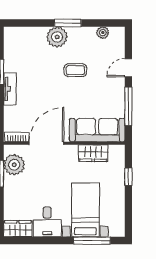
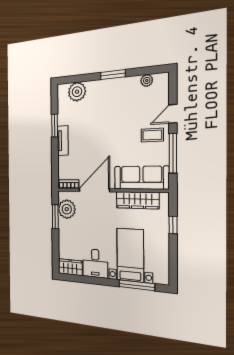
plant: (57, 37) -> (77, 92), moved
coffee table: (75, 70) -> (152, 135), moved
wardrobe: (93, 153) -> (137, 200), width x1.50

